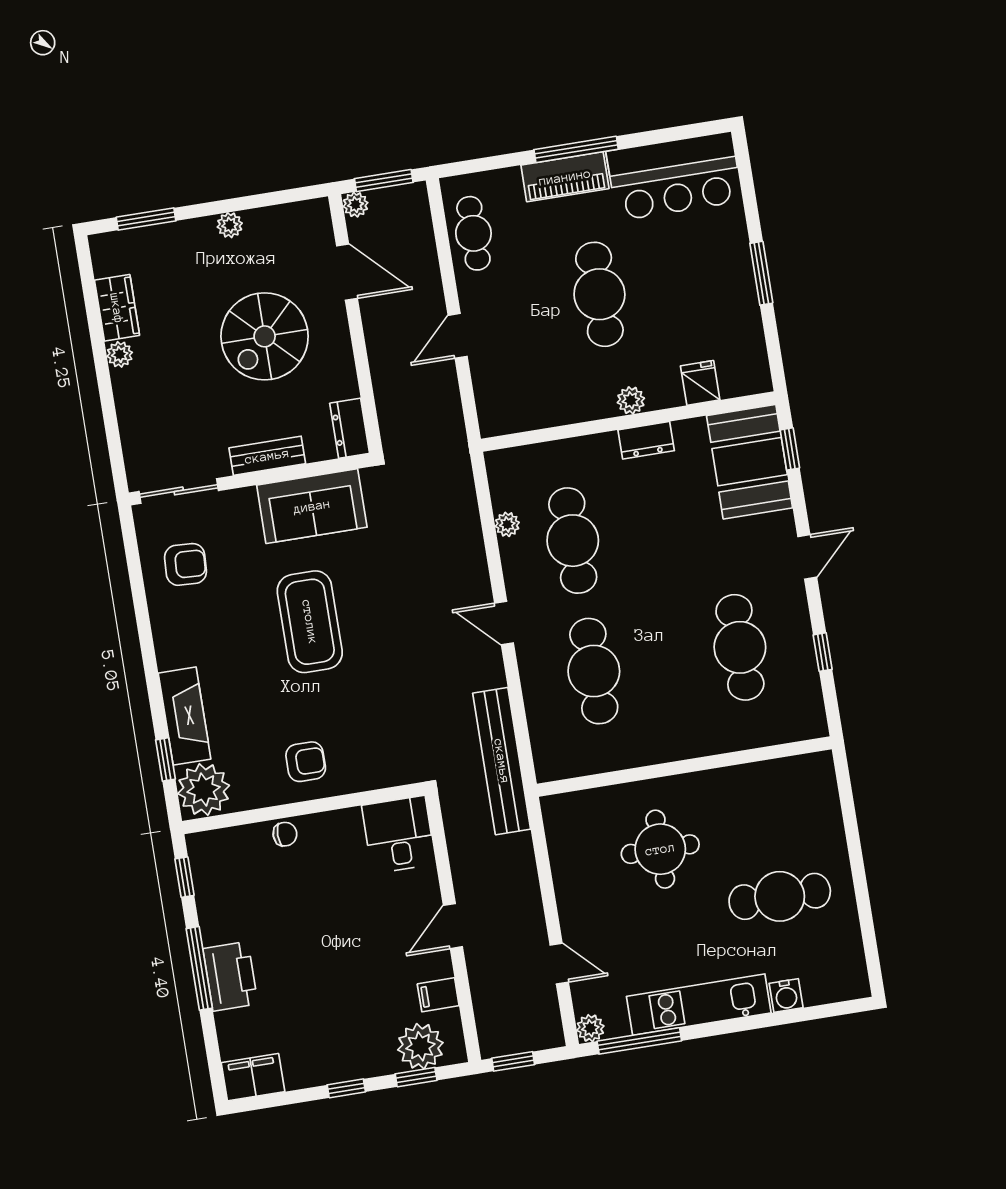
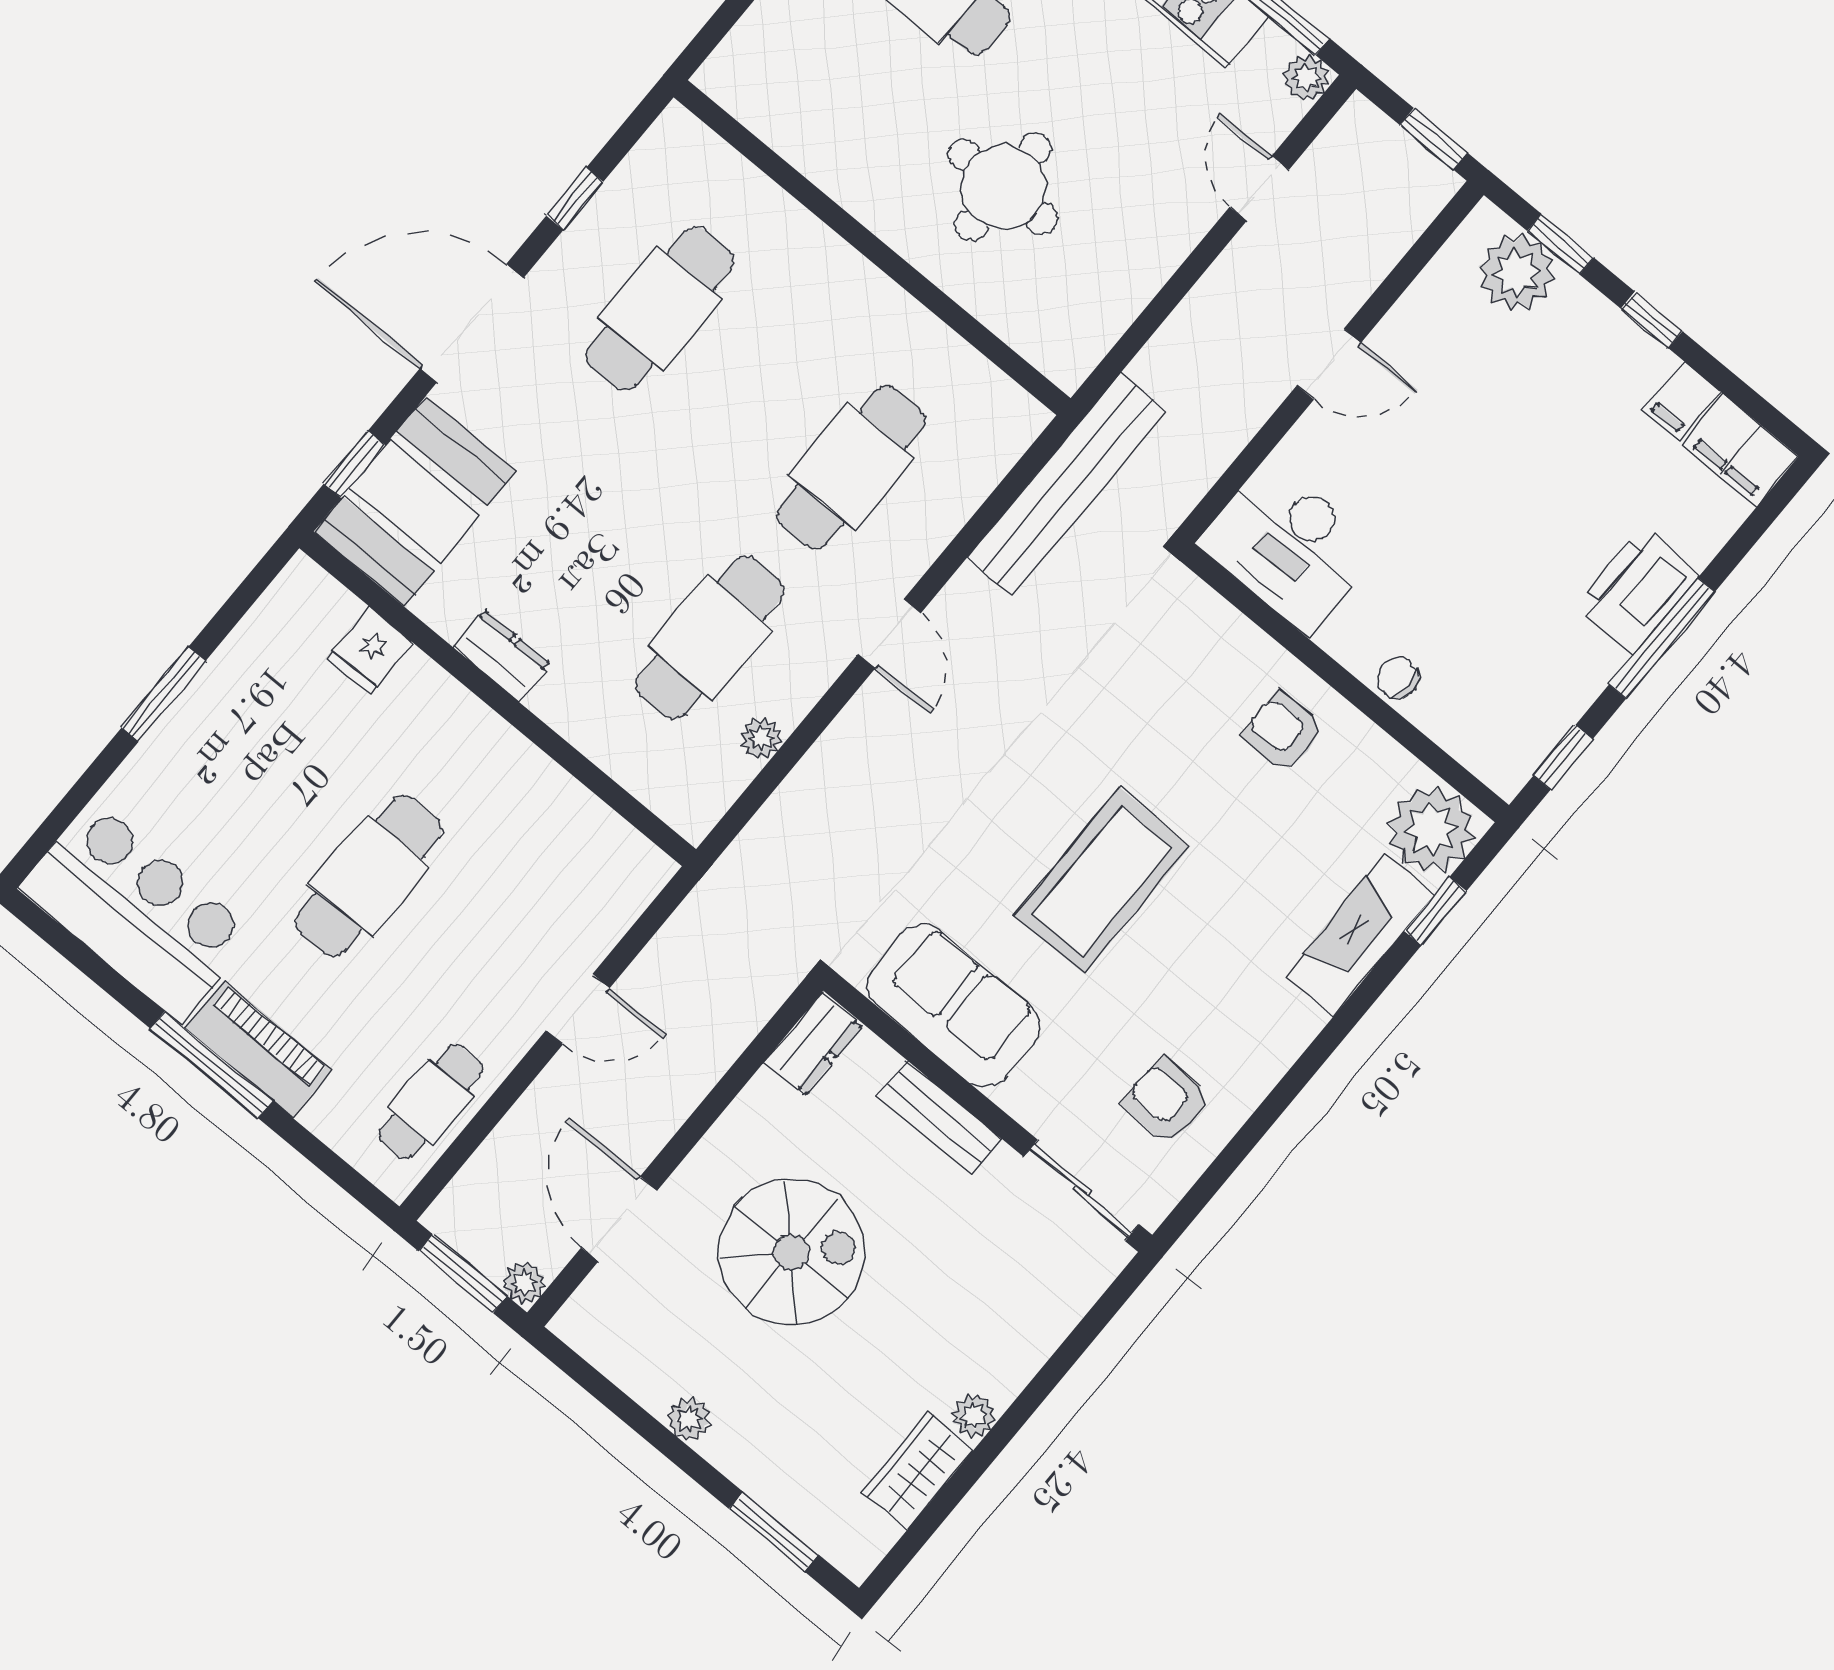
plant: (631, 400) -> (468, 719), removed
door: (807, 557) -> (472, 323), width x1.87
desk: (399, 835) -> (1289, 546), width x1.37
filing cabinet: (438, 995) -> (1682, 400), moved, turned 90

